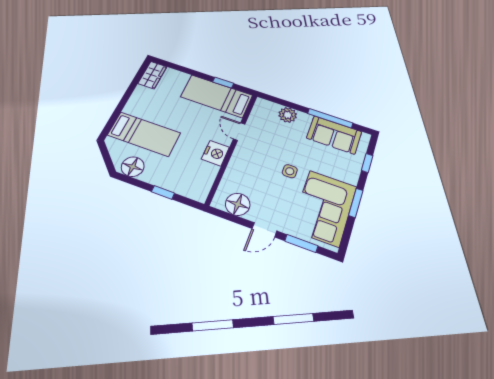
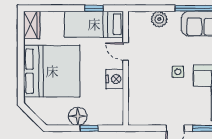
bed: (144, 134) -> (52, 71), width x2.04
floor lamp: (133, 167) -> (78, 116), moved
floor lamp: (238, 204) -> (148, 116), removed

